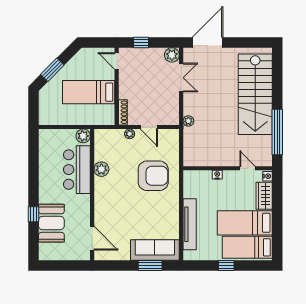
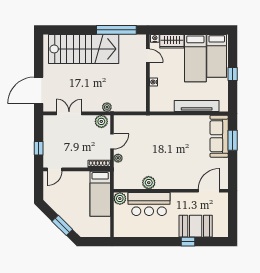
door: (208, 42) -> (39, 90), hinge flipped
plant: (172, 55) -> (101, 121), moved
bed: (89, 92) -> (100, 194), moved
door: (247, 168) -> (148, 56), swing flipped
armchair: (153, 176) -> (154, 138), removed

